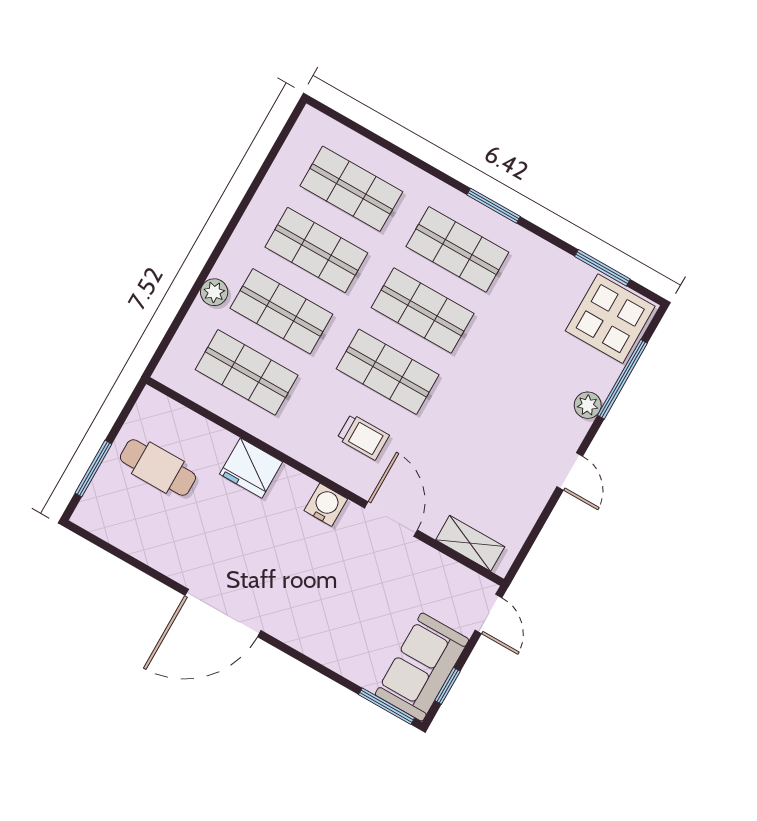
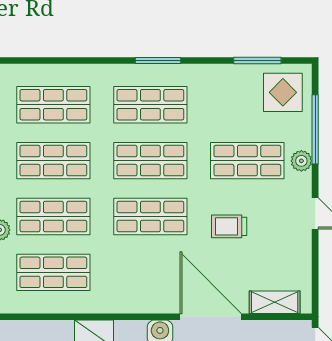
display table: (610, 319) -> (283, 92), width x0.73, depth x0.73
shop shelf: (529, 371) -> (247, 161), added
trolley: (363, 437) -> (229, 226), moved, turned 180
door: (391, 519) -> (211, 317), width x1.36

